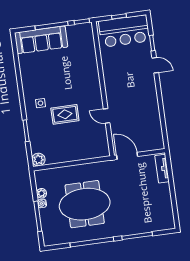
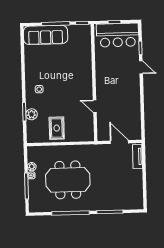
rug: (65, 114) -> (57, 128), moved, turned 90
door: (127, 156) -> (119, 142), moved
plant: (38, 160) -> (32, 114), moved

